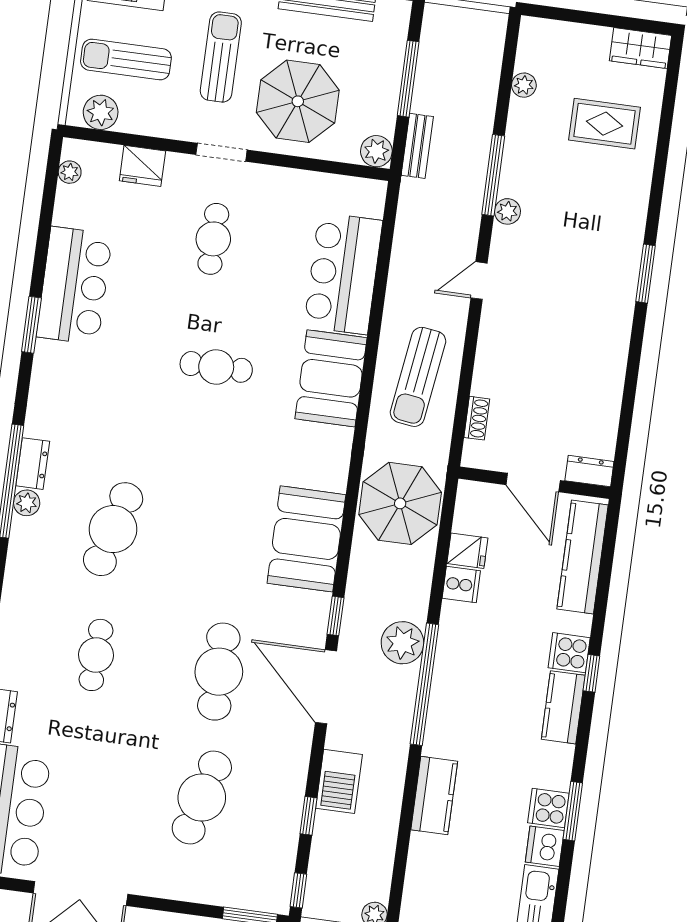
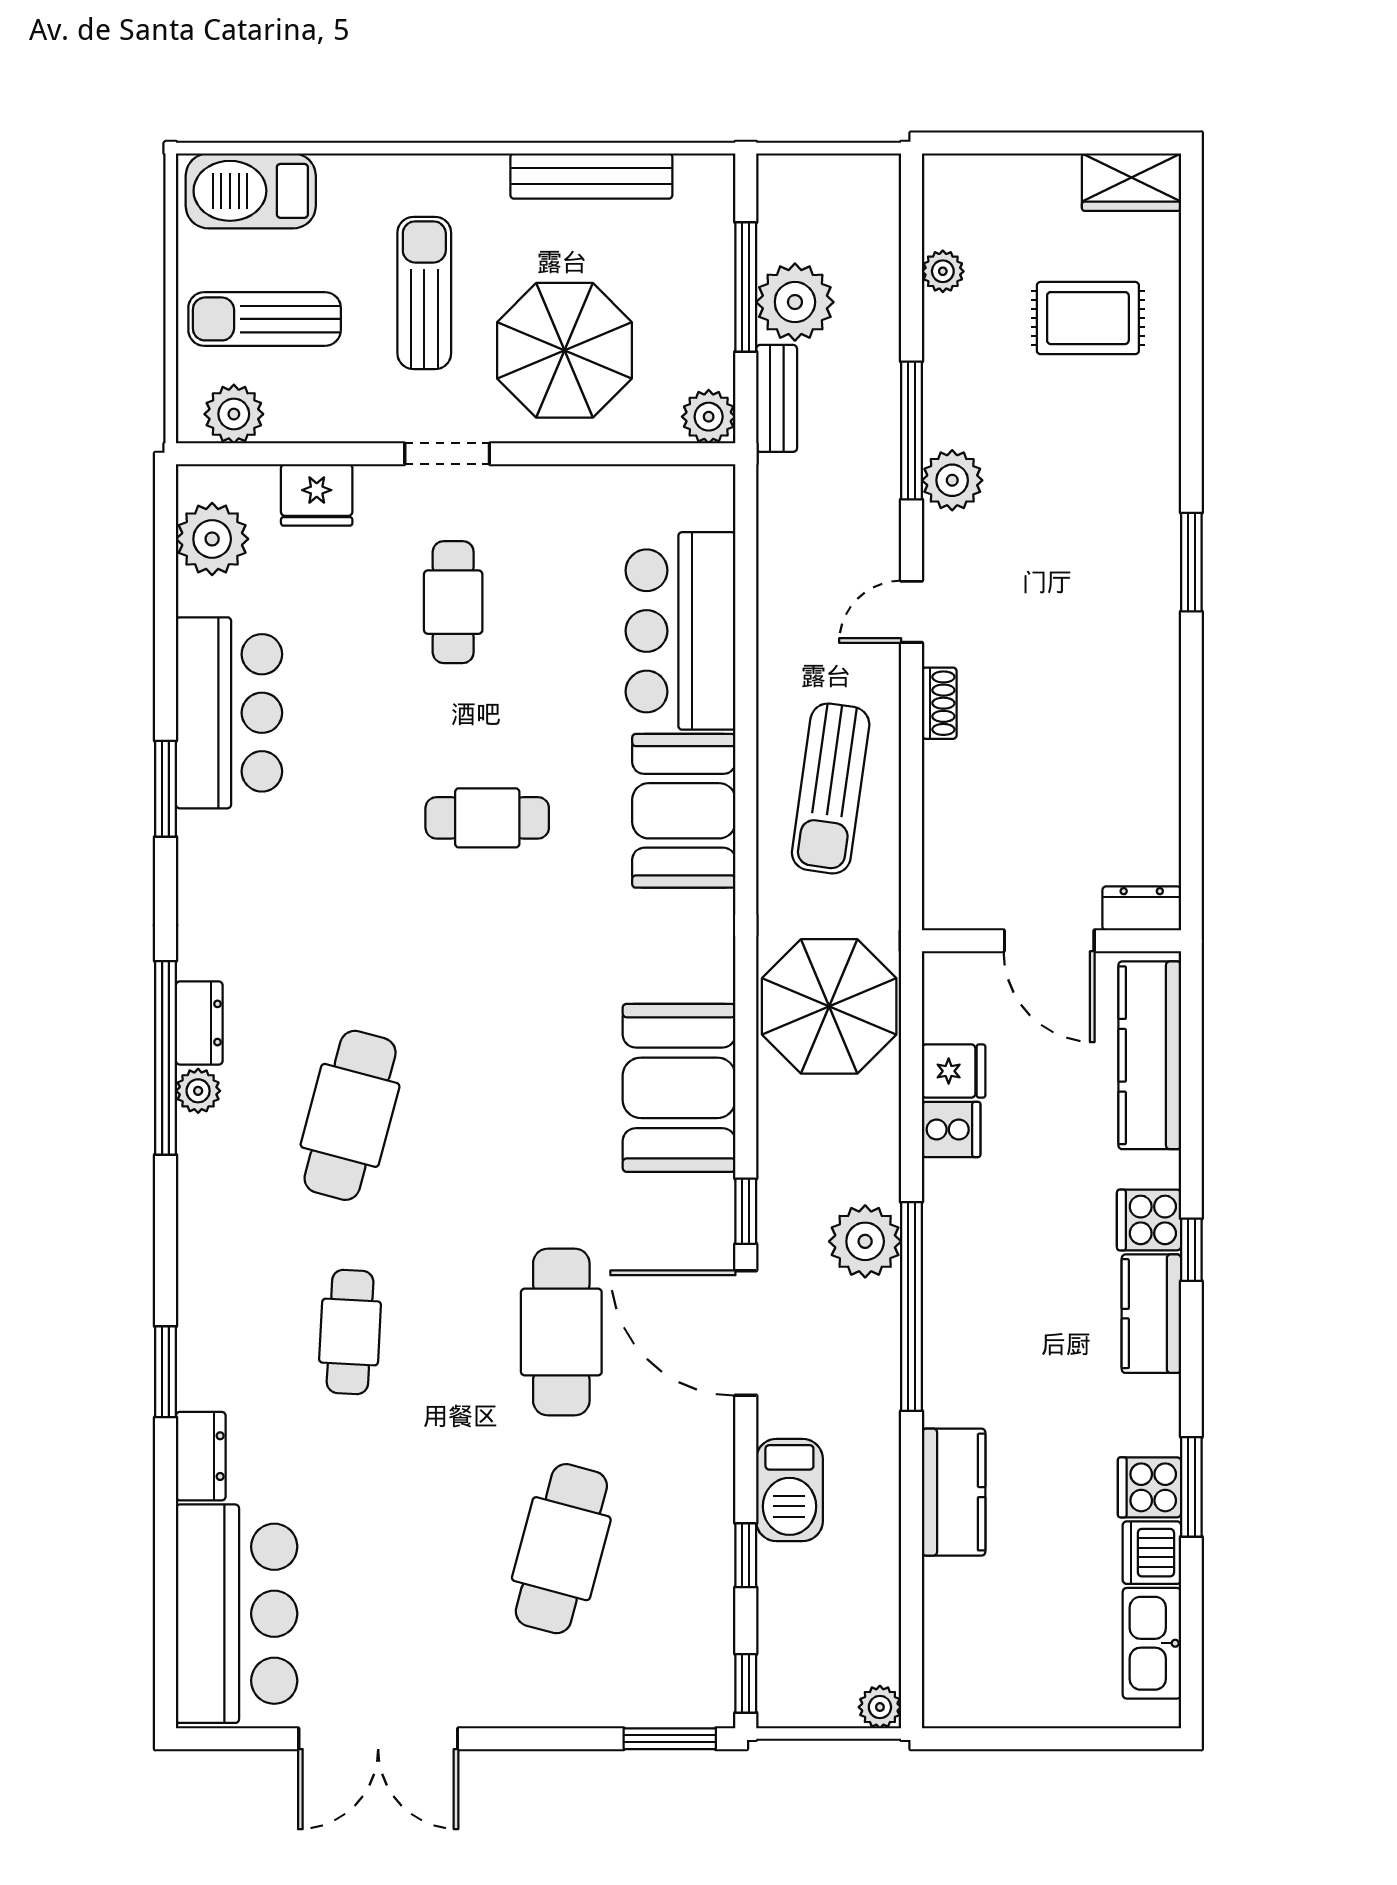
plant: (435, 91) -> (795, 302), added
plant: (70, 172) -> (212, 539), width x1.87, depth x1.87
plant: (507, 211) -> (952, 480), width x1.38, depth x1.38
shoe rack: (477, 418) -> (939, 703), moved

